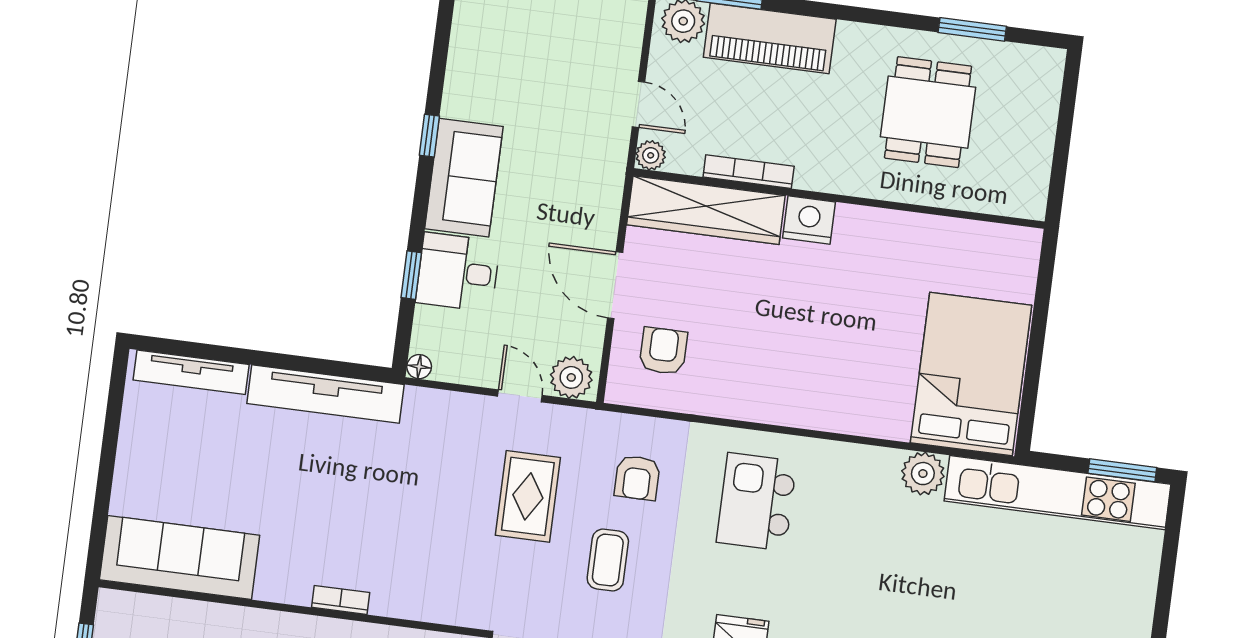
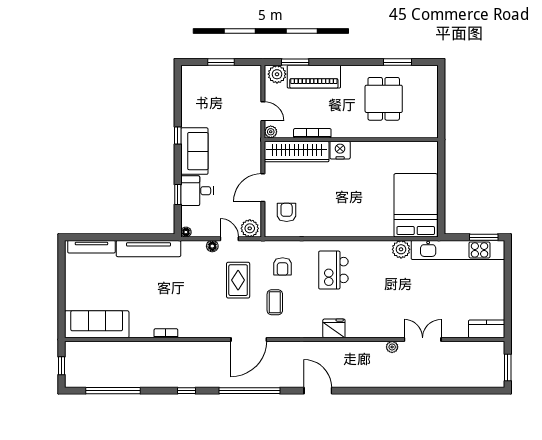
door: (615, 285) -> (263, 188), hinge flipped
floor lamp: (477, 408) -> (212, 246), added

